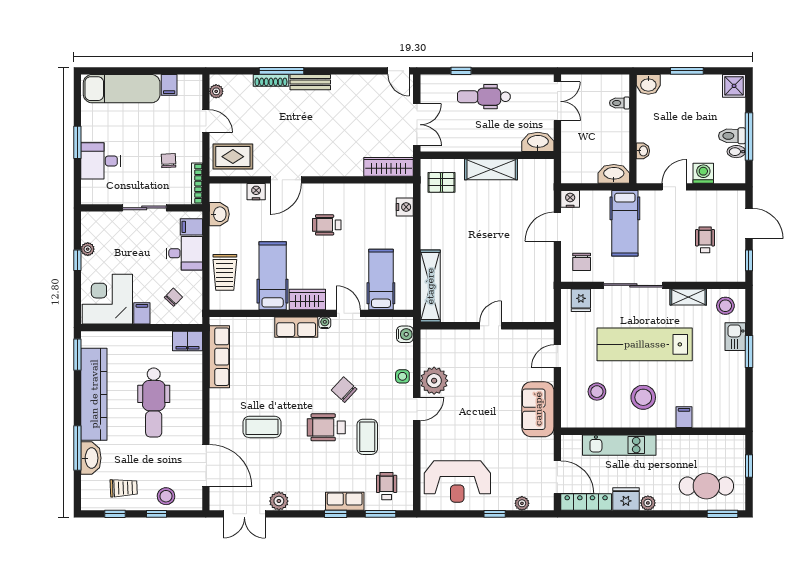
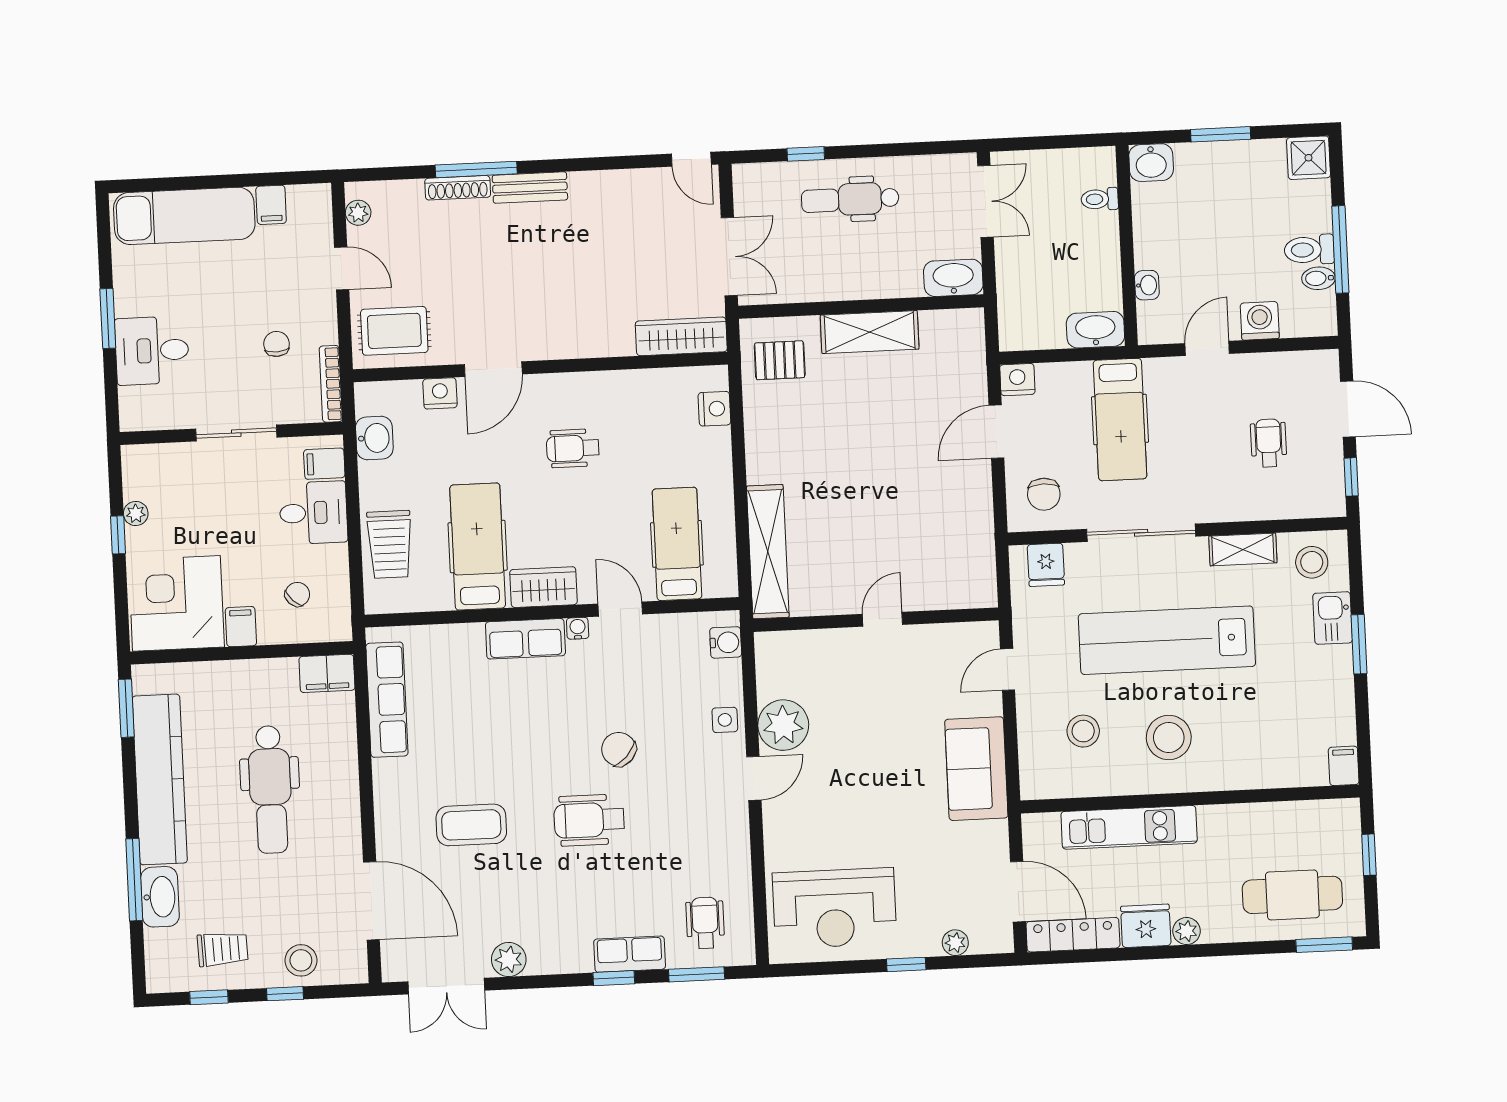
filing cabinet: (684, 417) -> (1344, 766), moved
coffee table: (367, 437) -> (665, 834), removed

